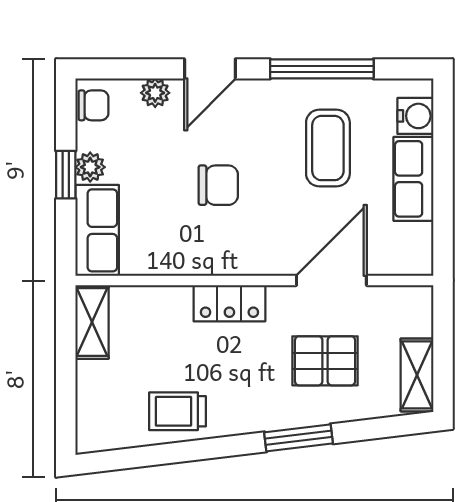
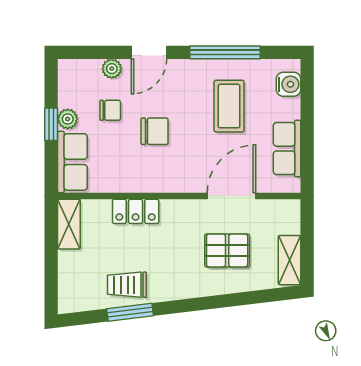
chair: (93, 105) -> (110, 110), moved
row of seats: (413, 179) -> (287, 149), moved
locker: (229, 303) -> (136, 211), moved
window: (299, 438) -> (130, 312), moved

